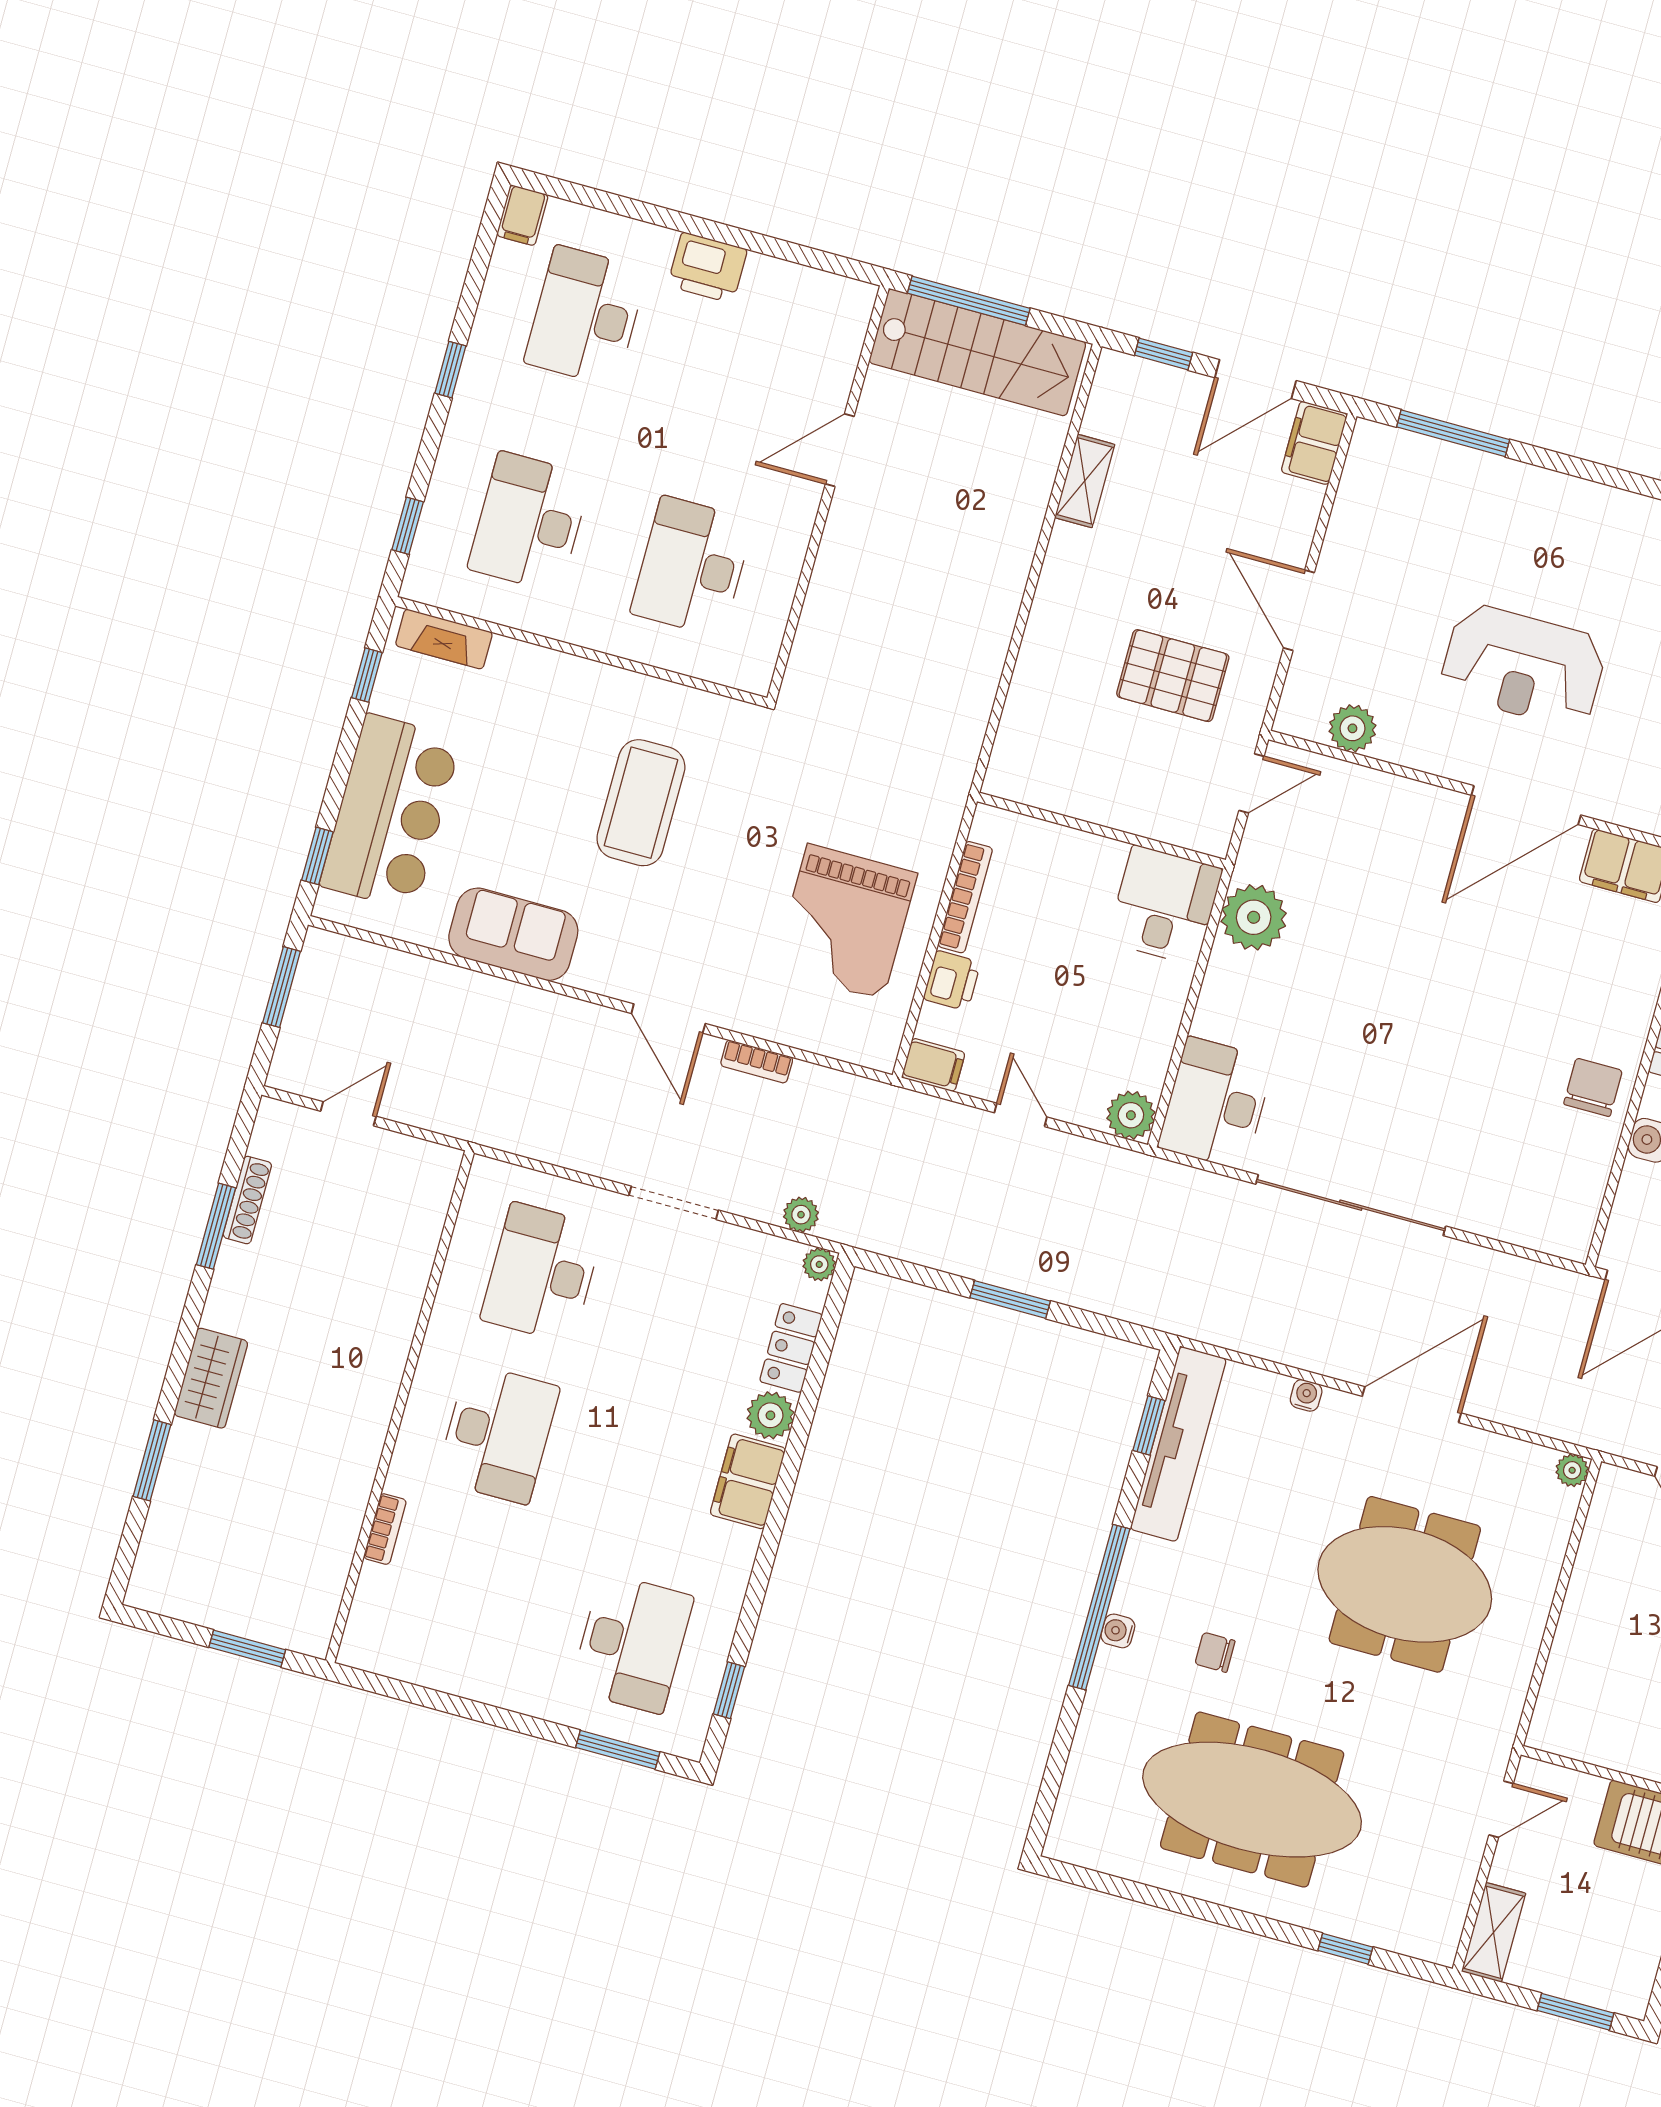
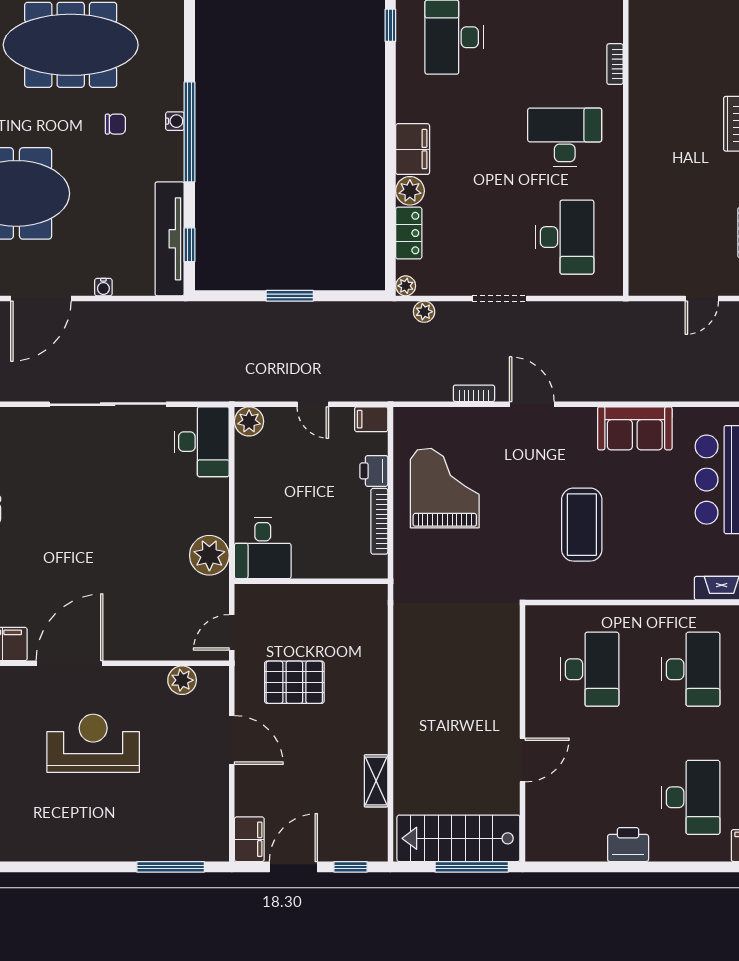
desk: (498, 1434) -> (565, 137), turned 90

